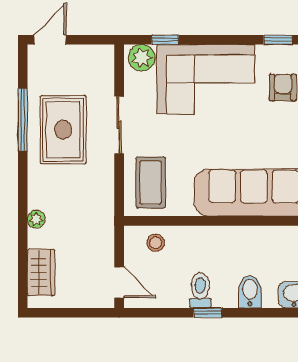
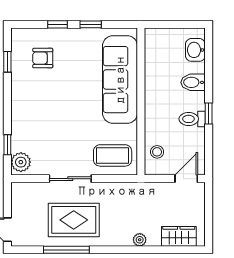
corner sofa: (206, 79) -> (37, 115), removed

